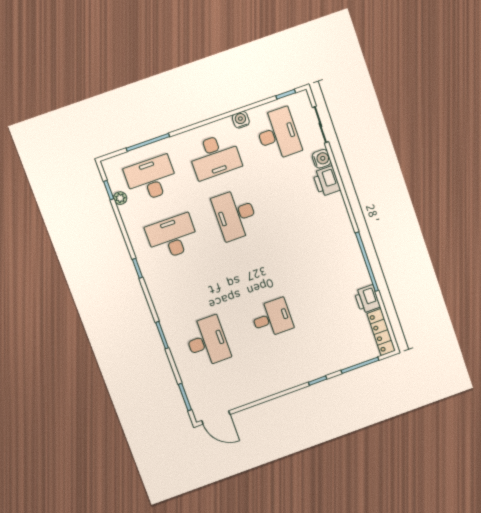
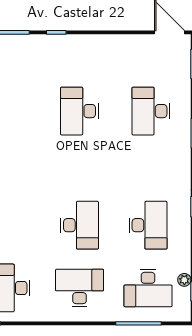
water cooler: (241, 120) -> (42, 314), removed
desk: (172, 237) -> (148, 225), turned -90
desk: (272, 318) -> (80, 111), width x1.37

